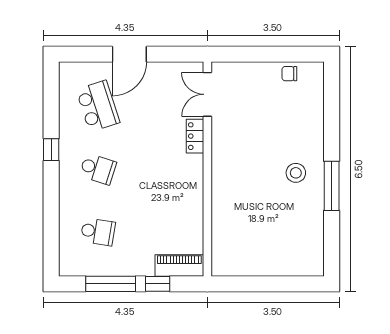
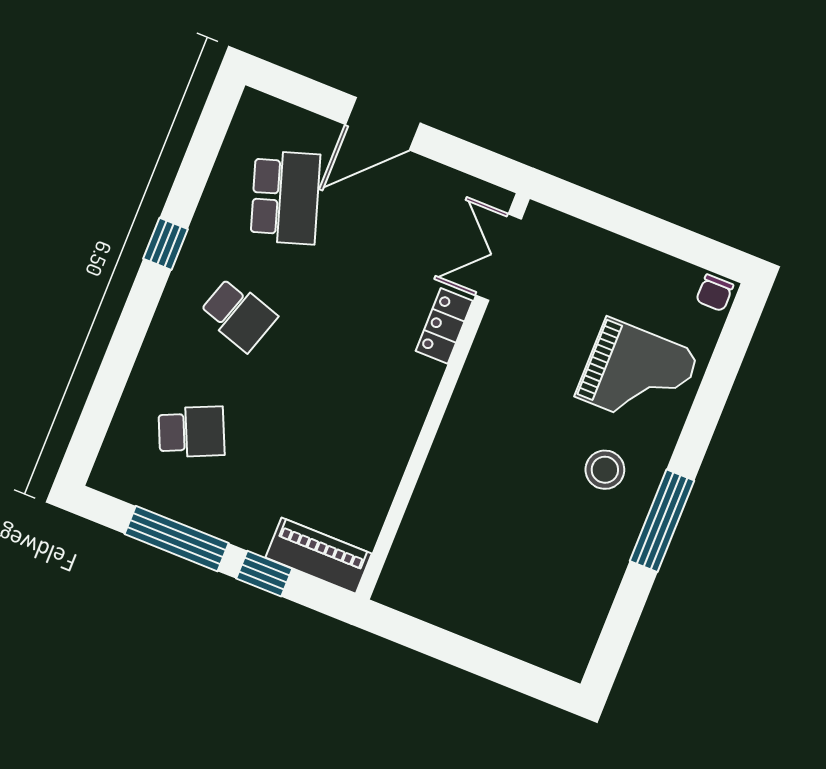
chair: (289, 74) -> (715, 293), moved, turned -90
grand piano: (293, 123) -> (637, 375), added
school desk: (98, 232) -> (192, 432), turned -33

